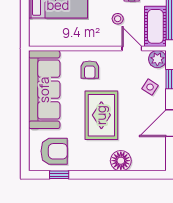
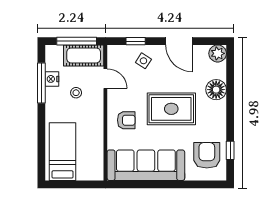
door: (132, 48) -> (105, 79), swing flipped
plant: (157, 59) -> (218, 53), moved

